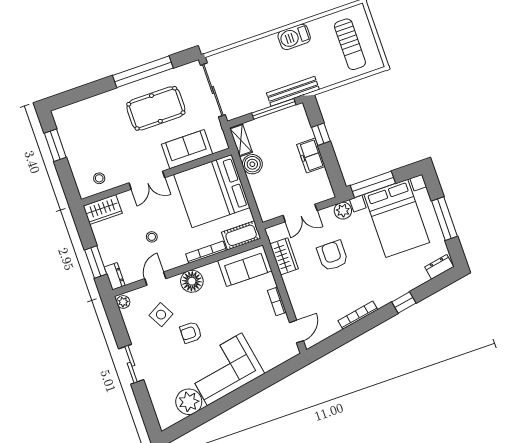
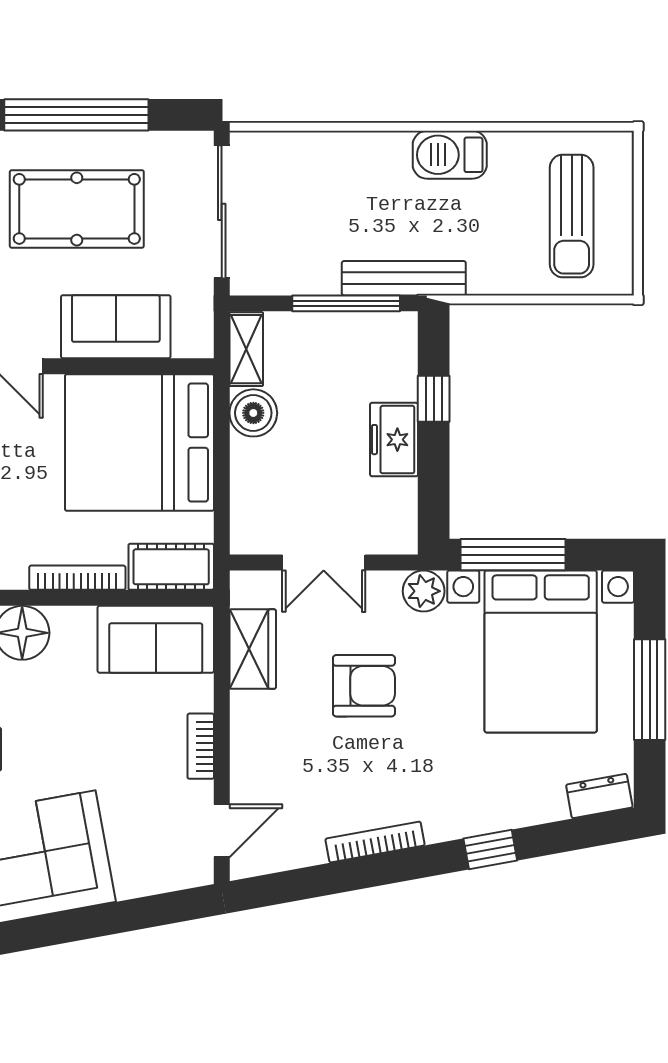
armchair: (332, 256) -> (364, 686), turned 90

